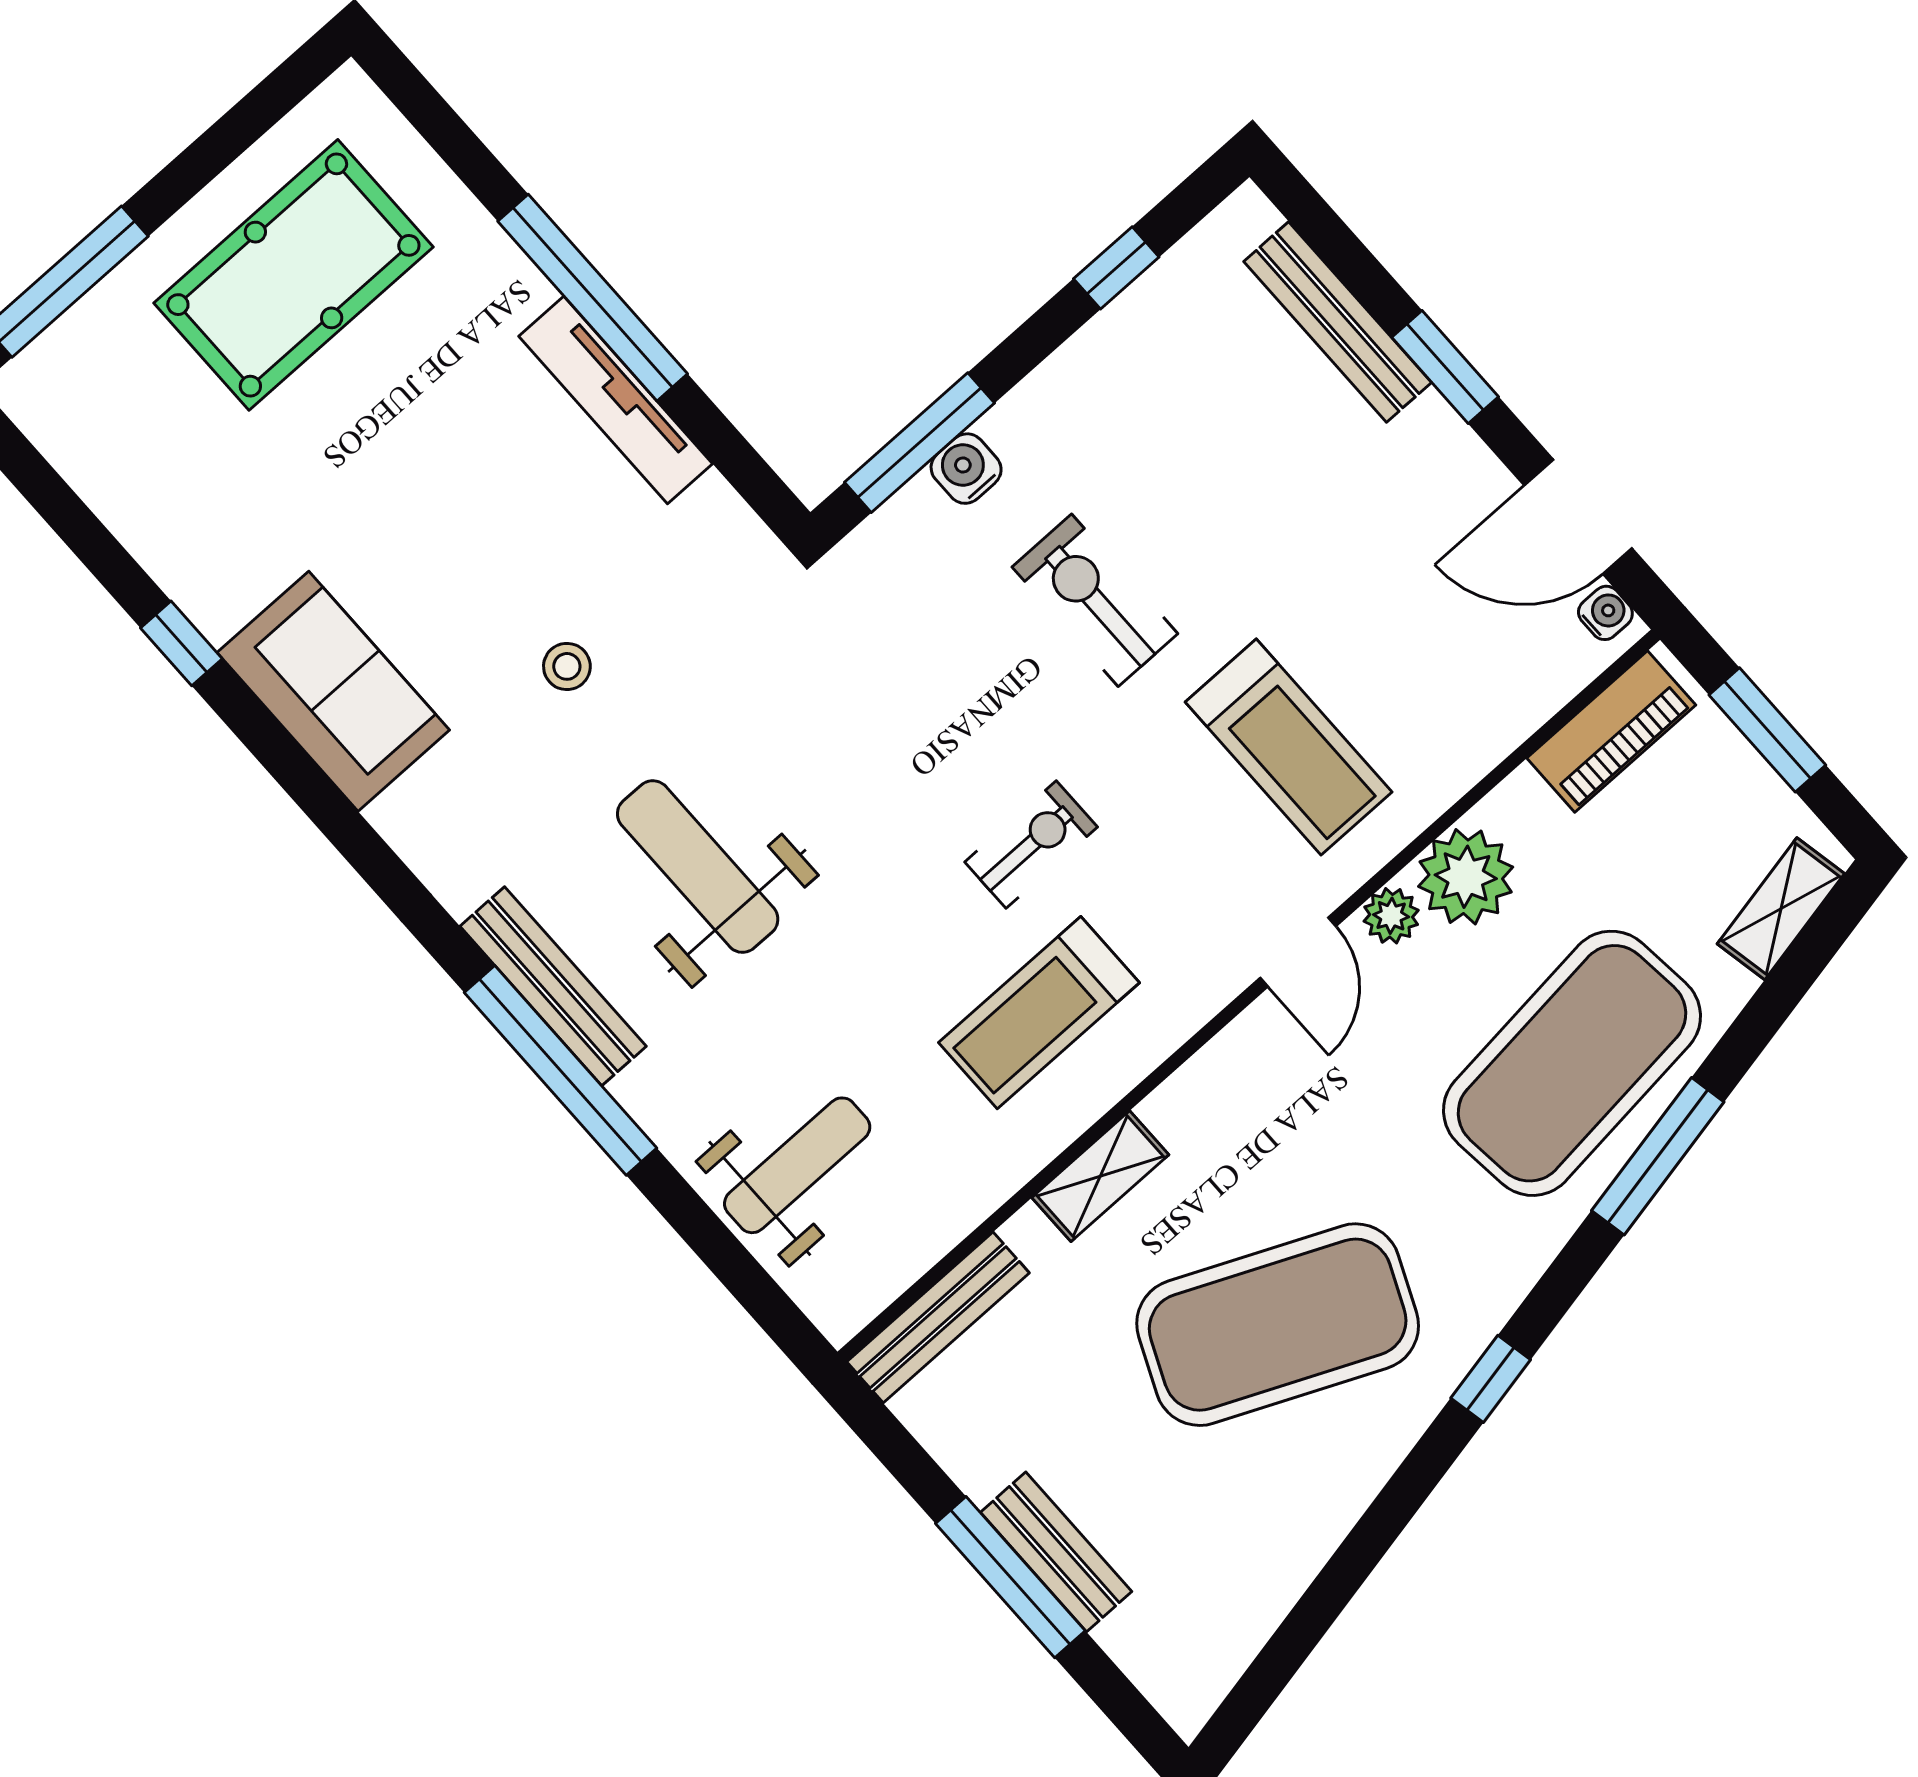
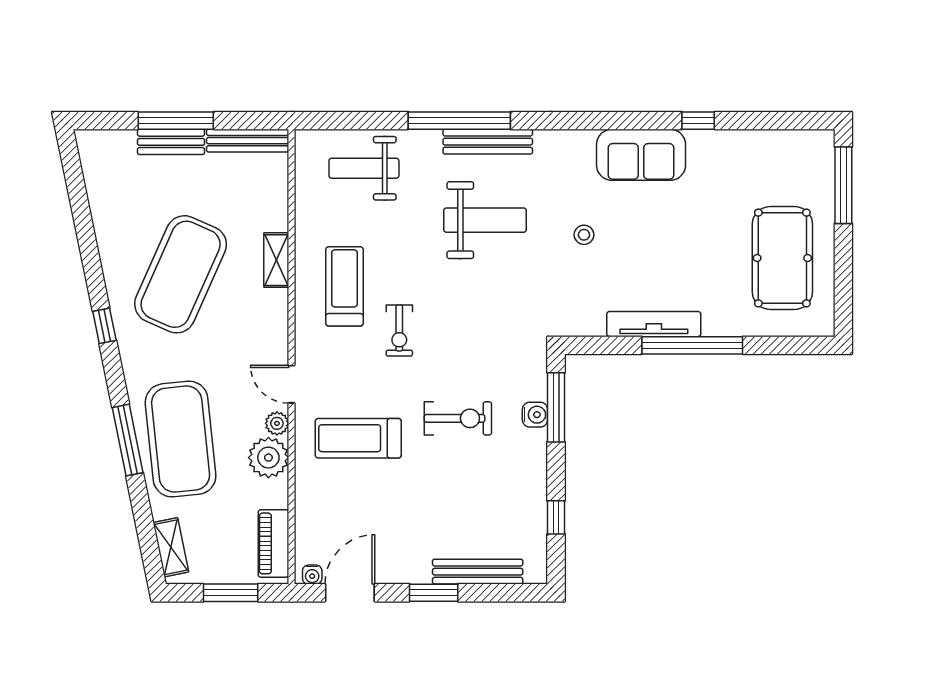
weight bench: (797, 1165) -> (364, 168), turned 90
bench: (938, 1317) -> (248, 141), moved, turned 90

